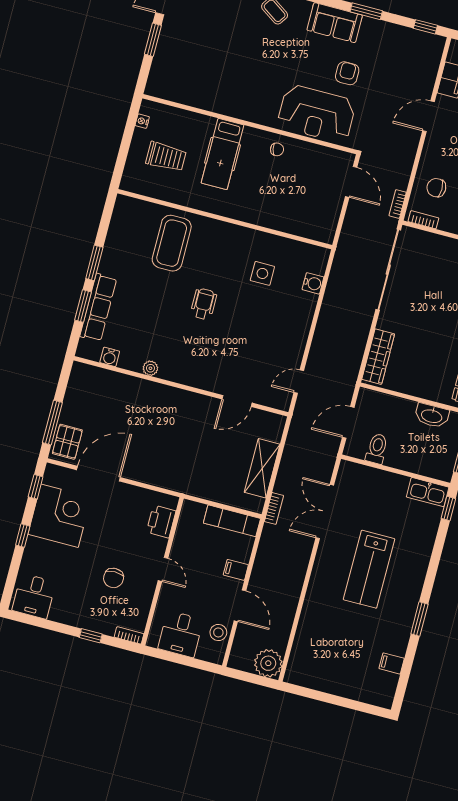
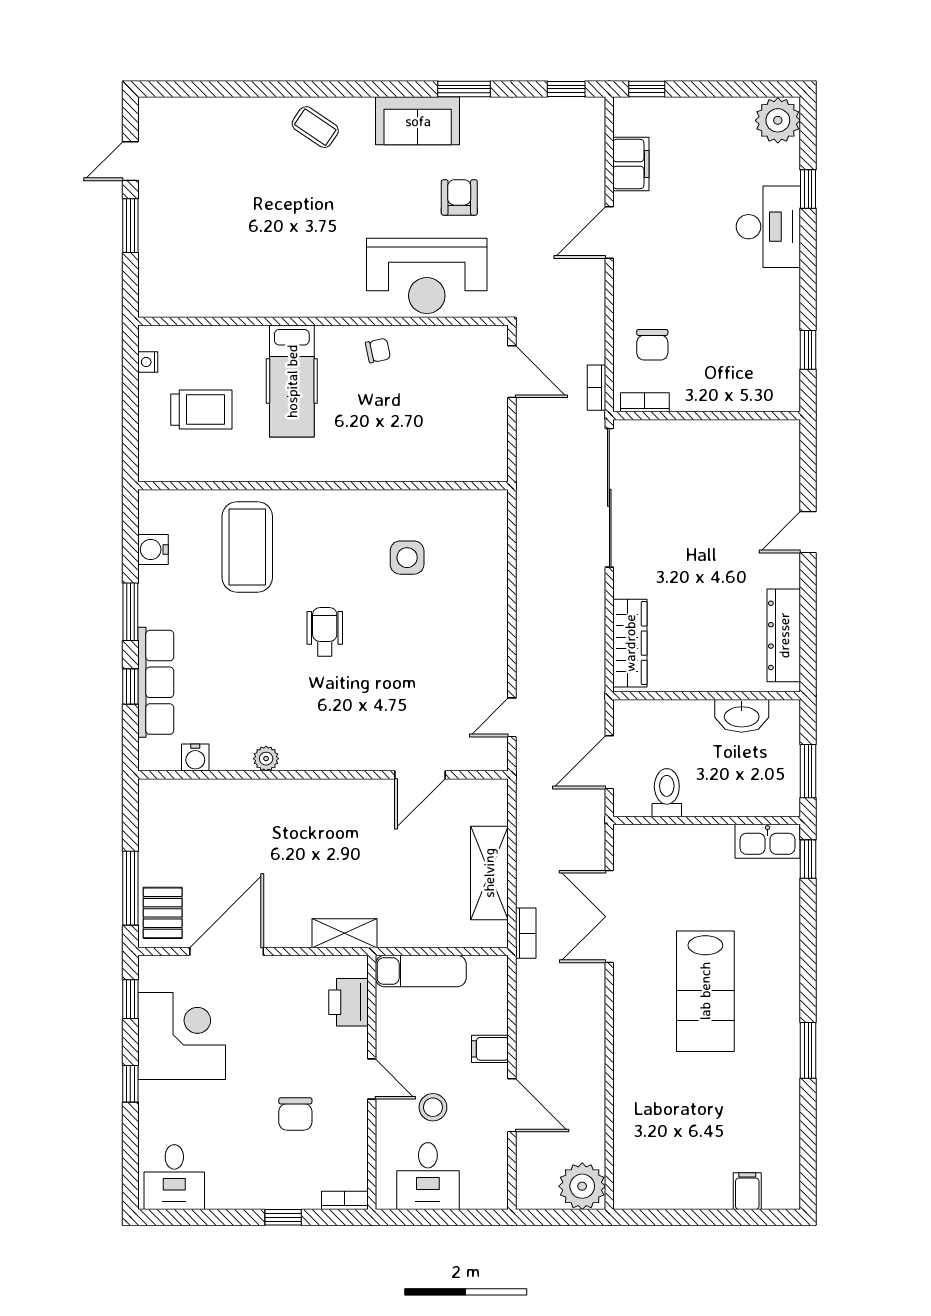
chair: (436, 188) -> (652, 345), turned -90
water cooler: (313, 283) -> (153, 549), moved, turned 180
window: (83, 306) -> (130, 686), width x0.67
shelving: (169, 481) -> (345, 933), added
exam couch: (232, 521) -> (421, 971), moved
stool: (218, 632) -> (433, 1107), moved
filing cabinet: (392, 663) -> (747, 1191), moved, turned 90

